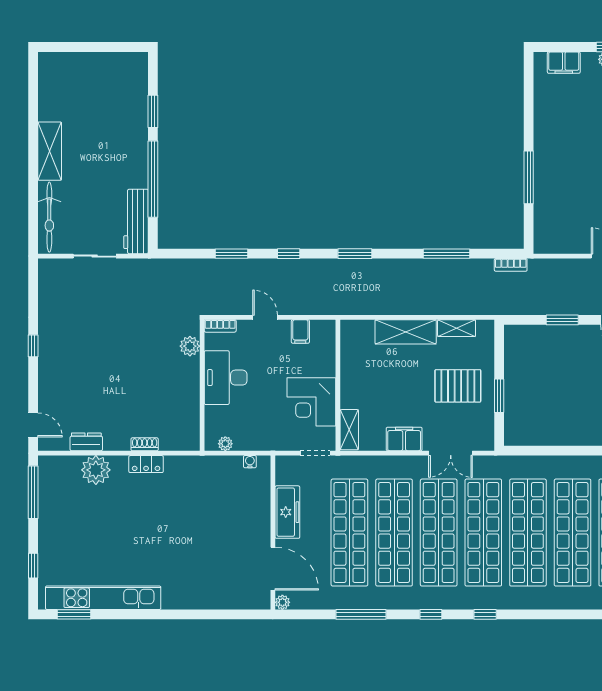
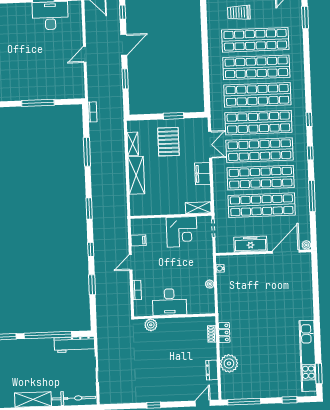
plant: (190, 346) -> (151, 325), moved
desk: (226, 378) -> (169, 302), moved
wall: (202, 385) -> (175, 316), moved

